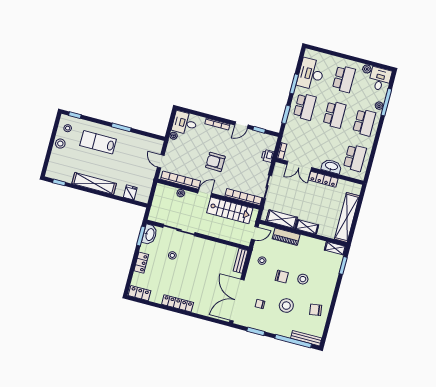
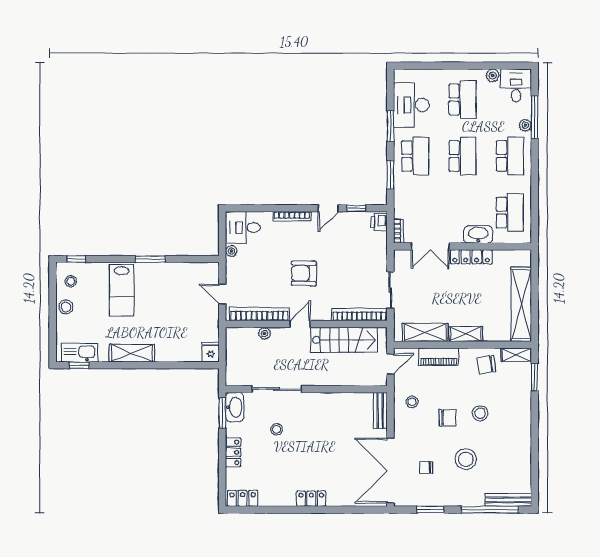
lab bench: (98, 142) -> (122, 290), turned -90
printer: (268, 156) -> (379, 222), moved
kitchen sink: (61, 175) -> (80, 353), added
shelving: (94, 183) -> (132, 353), width x0.68
fridge: (130, 192) -> (211, 352), moved
locker: (178, 303) -> (311, 499), width x0.66
chair: (316, 310) -> (486, 365), moved

